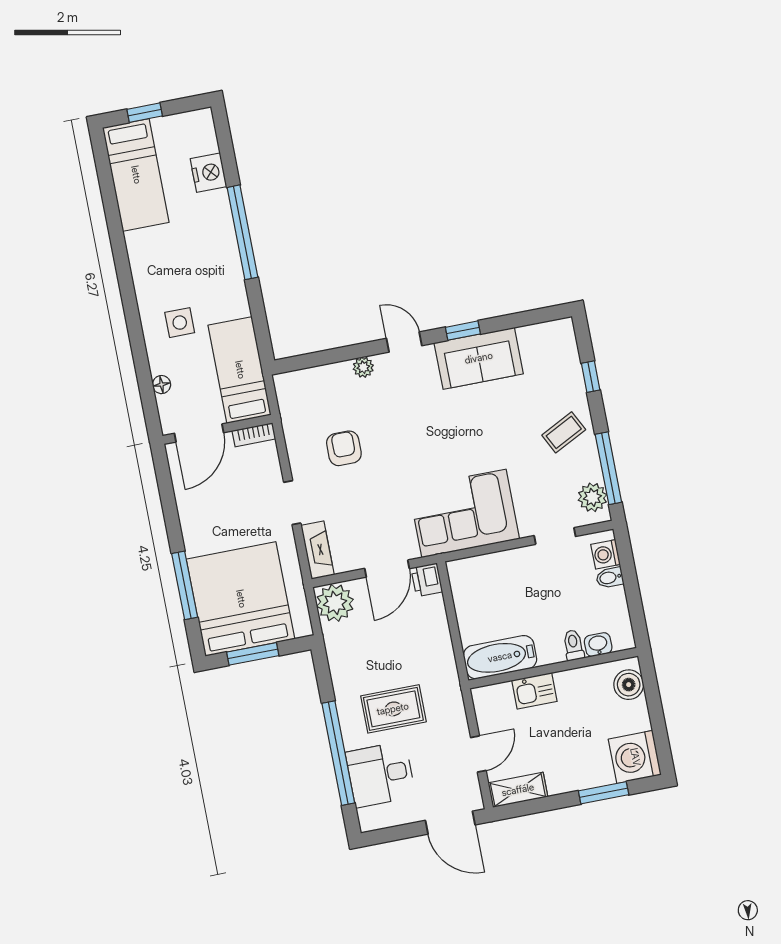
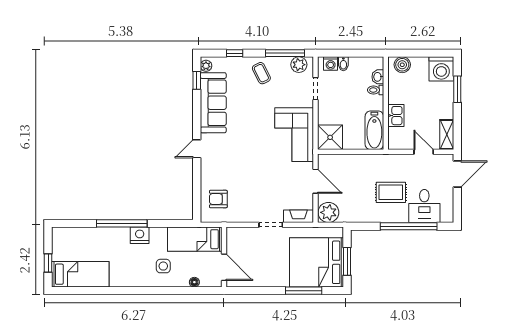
nightstand: (208, 173) -> (140, 235), moved
window: (463, 331) -> (197, 80), moved
sofa: (479, 358) -> (213, 103), width x1.36
plant: (363, 367) -> (206, 66), moved
bookcase: (254, 435) -> (231, 238), removed
armchair: (344, 448) -> (218, 199), moved
shower: (472, 579) -> (330, 137), added
printer: (427, 580) -> (326, 161), removed
rug: (393, 709) -> (391, 192), turned 90

